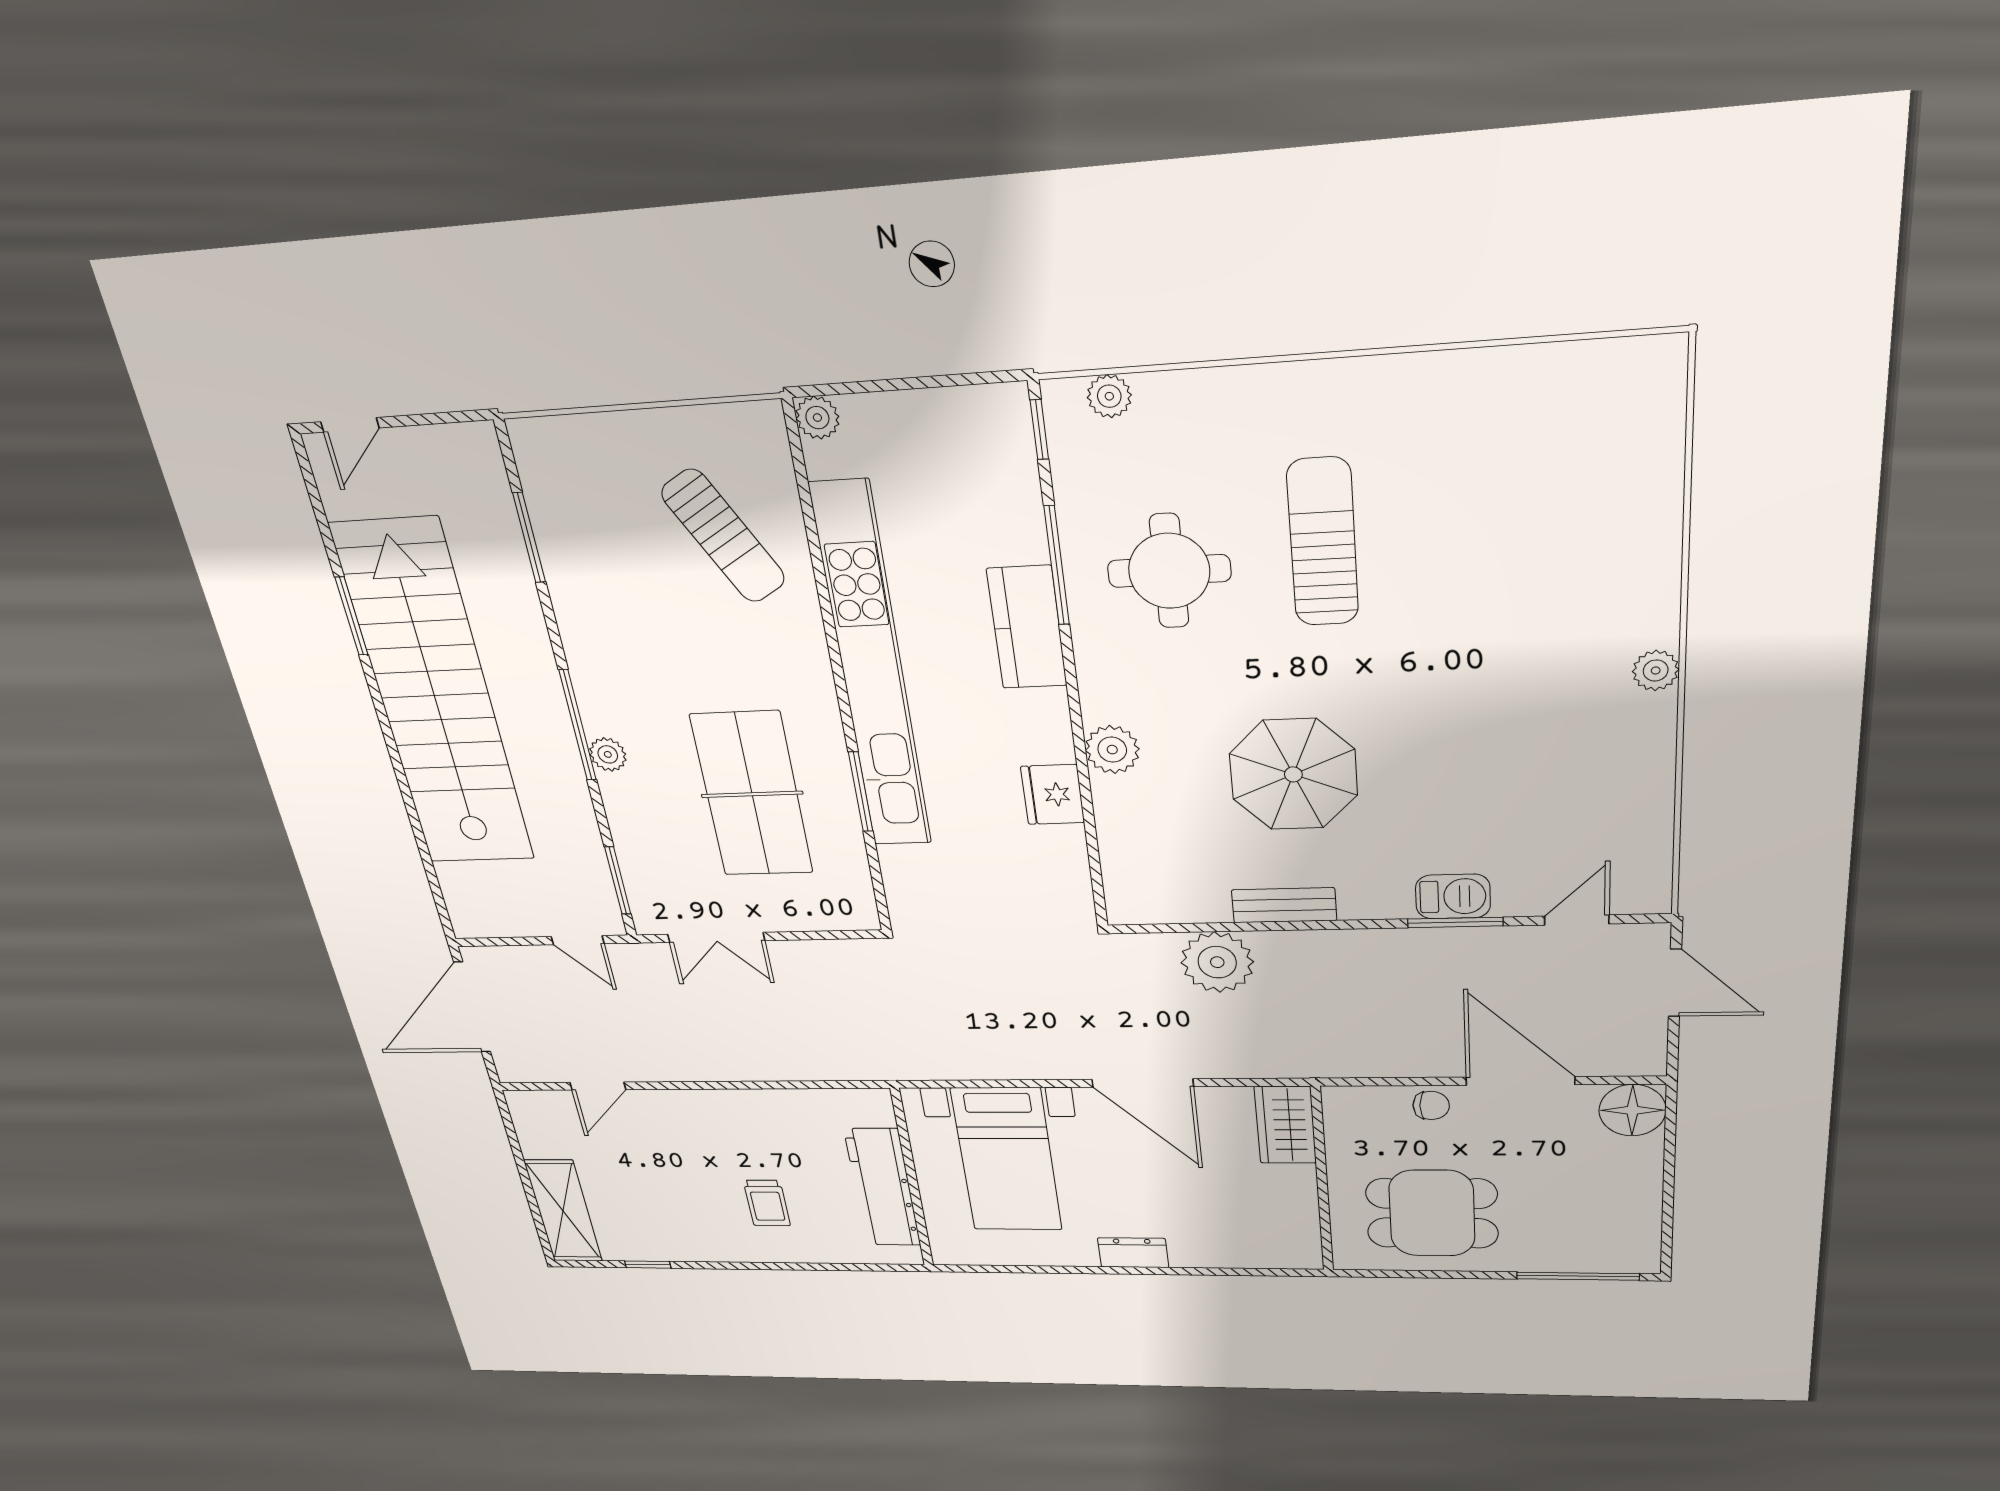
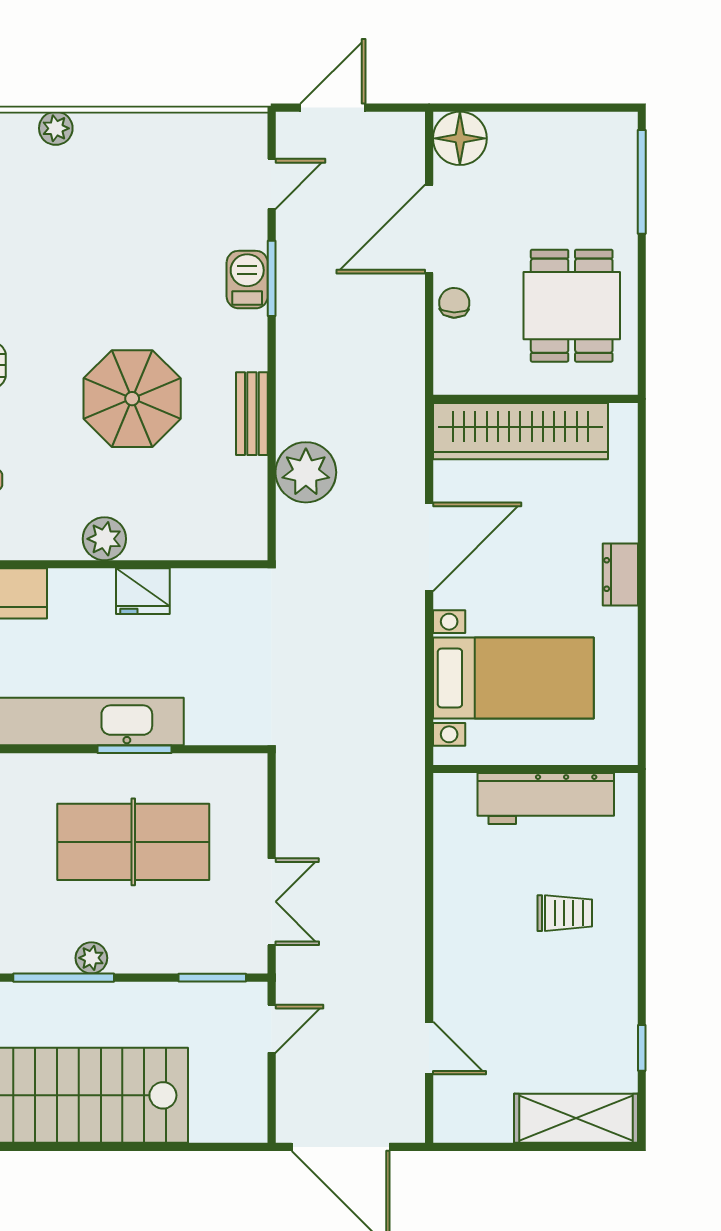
door: (1577, 920) -> (272, 184), swing flipped
wardrobe: (1285, 1125) -> (520, 431), width x2.10, depth x1.17

